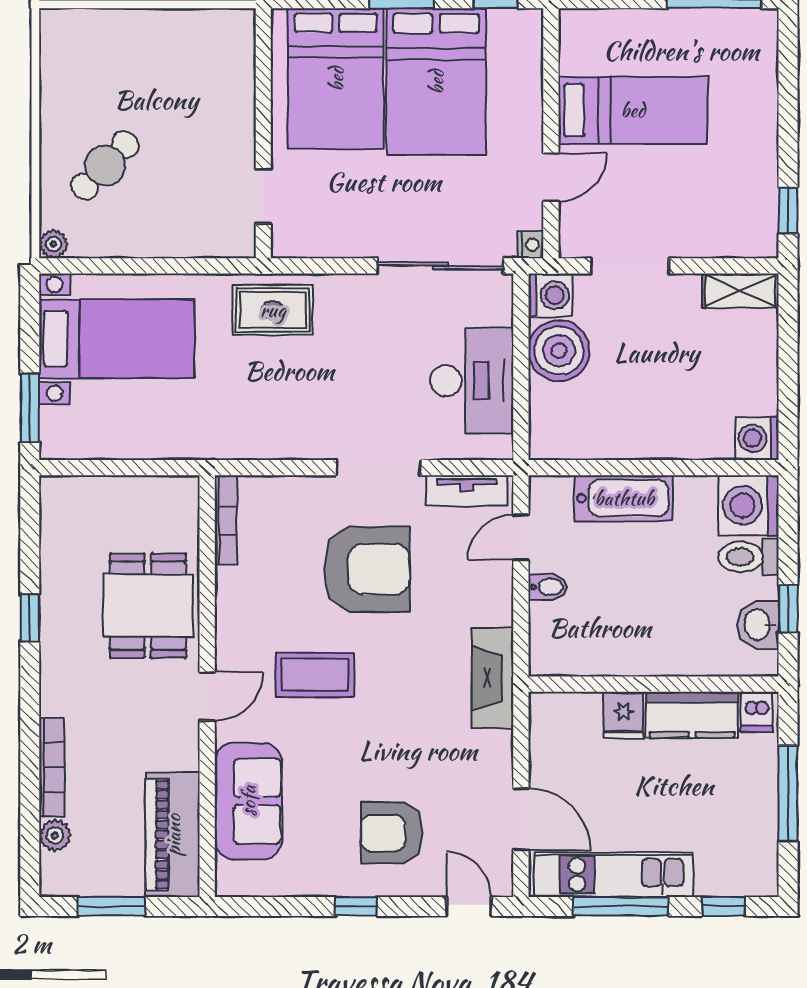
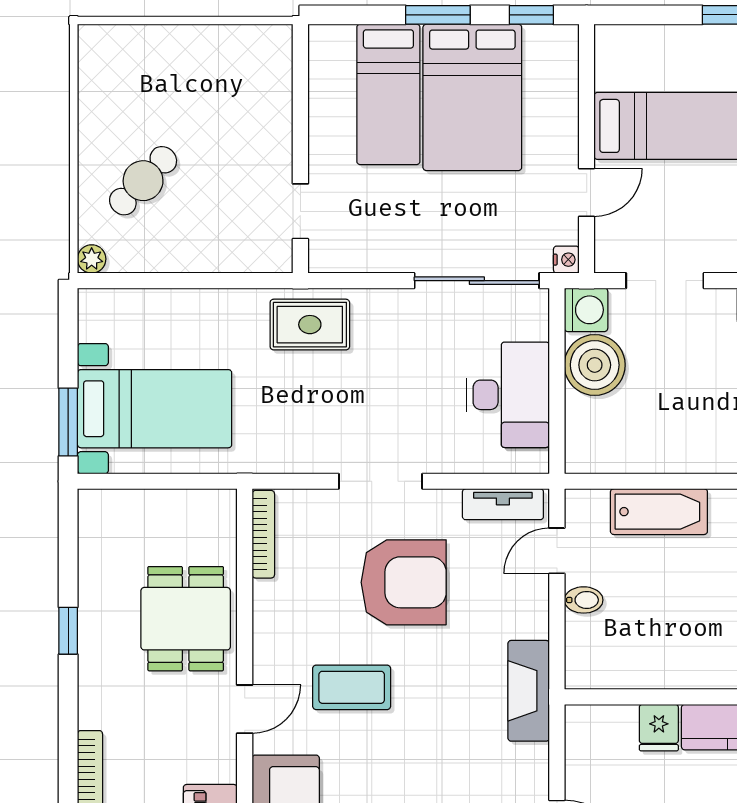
bed: (336, 79) -> (388, 94), width x0.67
bed with nightstands: (117, 339) -> (155, 409), moved
doorway: (378, 468) -> (381, 481), moved

